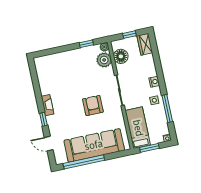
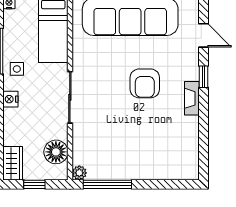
window: (86, 44) -> (107, 184), width x2.17
plant: (104, 60) -> (84, 152), removed
armchair: (93, 106) -> (145, 83), moved

